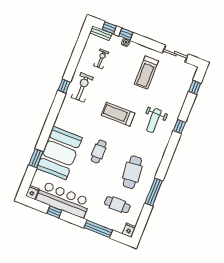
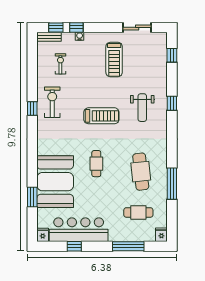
treadmill: (118, 114) -> (101, 116), turned 180

